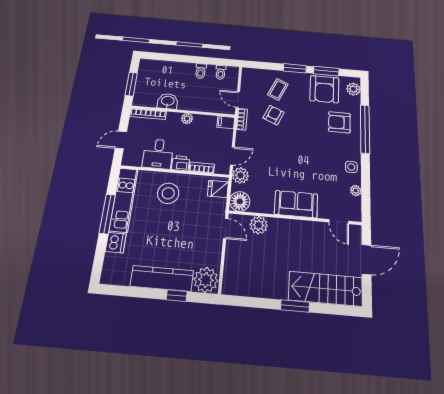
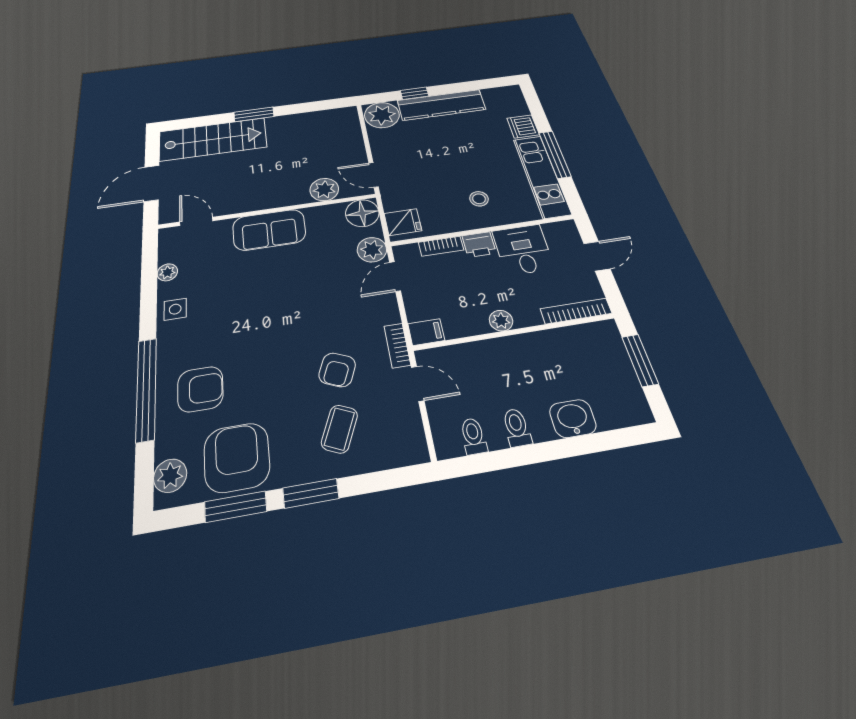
washbasin: (168, 101) -> (573, 418), moved, turned 180
stool: (168, 193) -> (479, 199), width x0.53, depth x0.53

